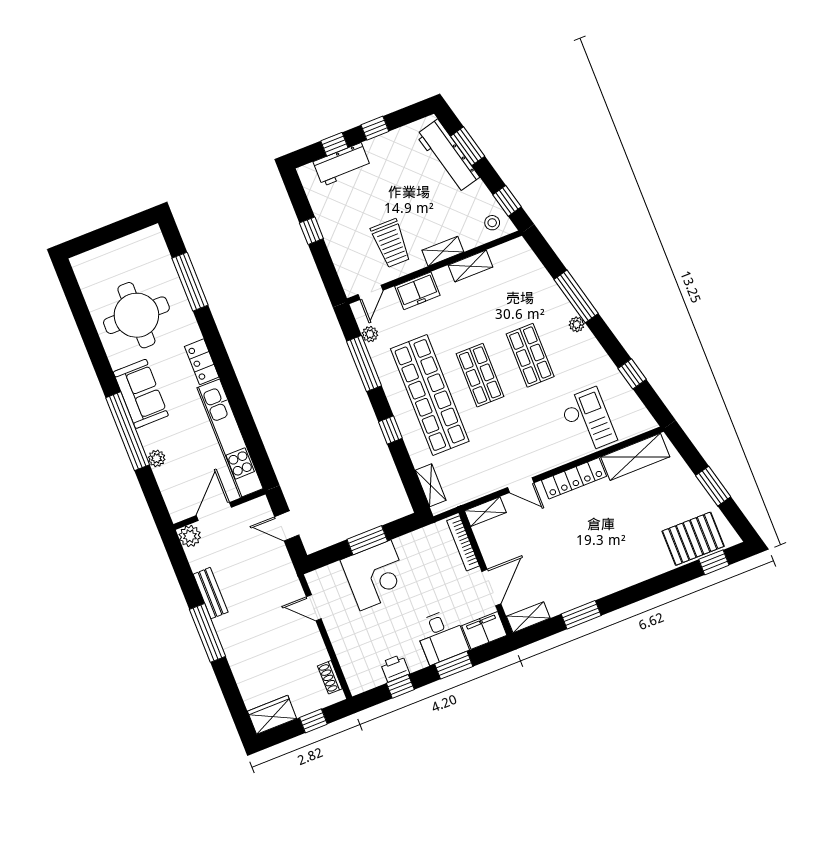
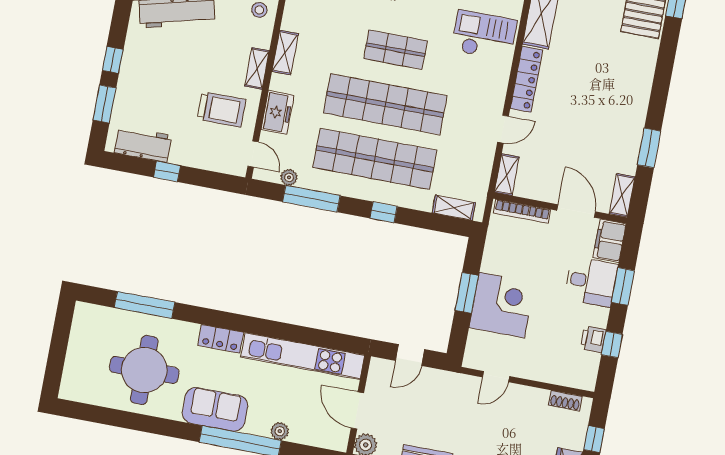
window: (334, 144) -> (104, 104), width x1.50
workbench: (342, 164) -> (143, 144), moved, turned -90
shop shelf: (480, 375) -> (385, 104), width x2.00, depth x1.36

